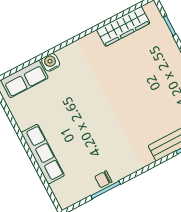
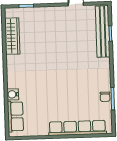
row of seats: (43, 154) -> (77, 128), width x1.36

